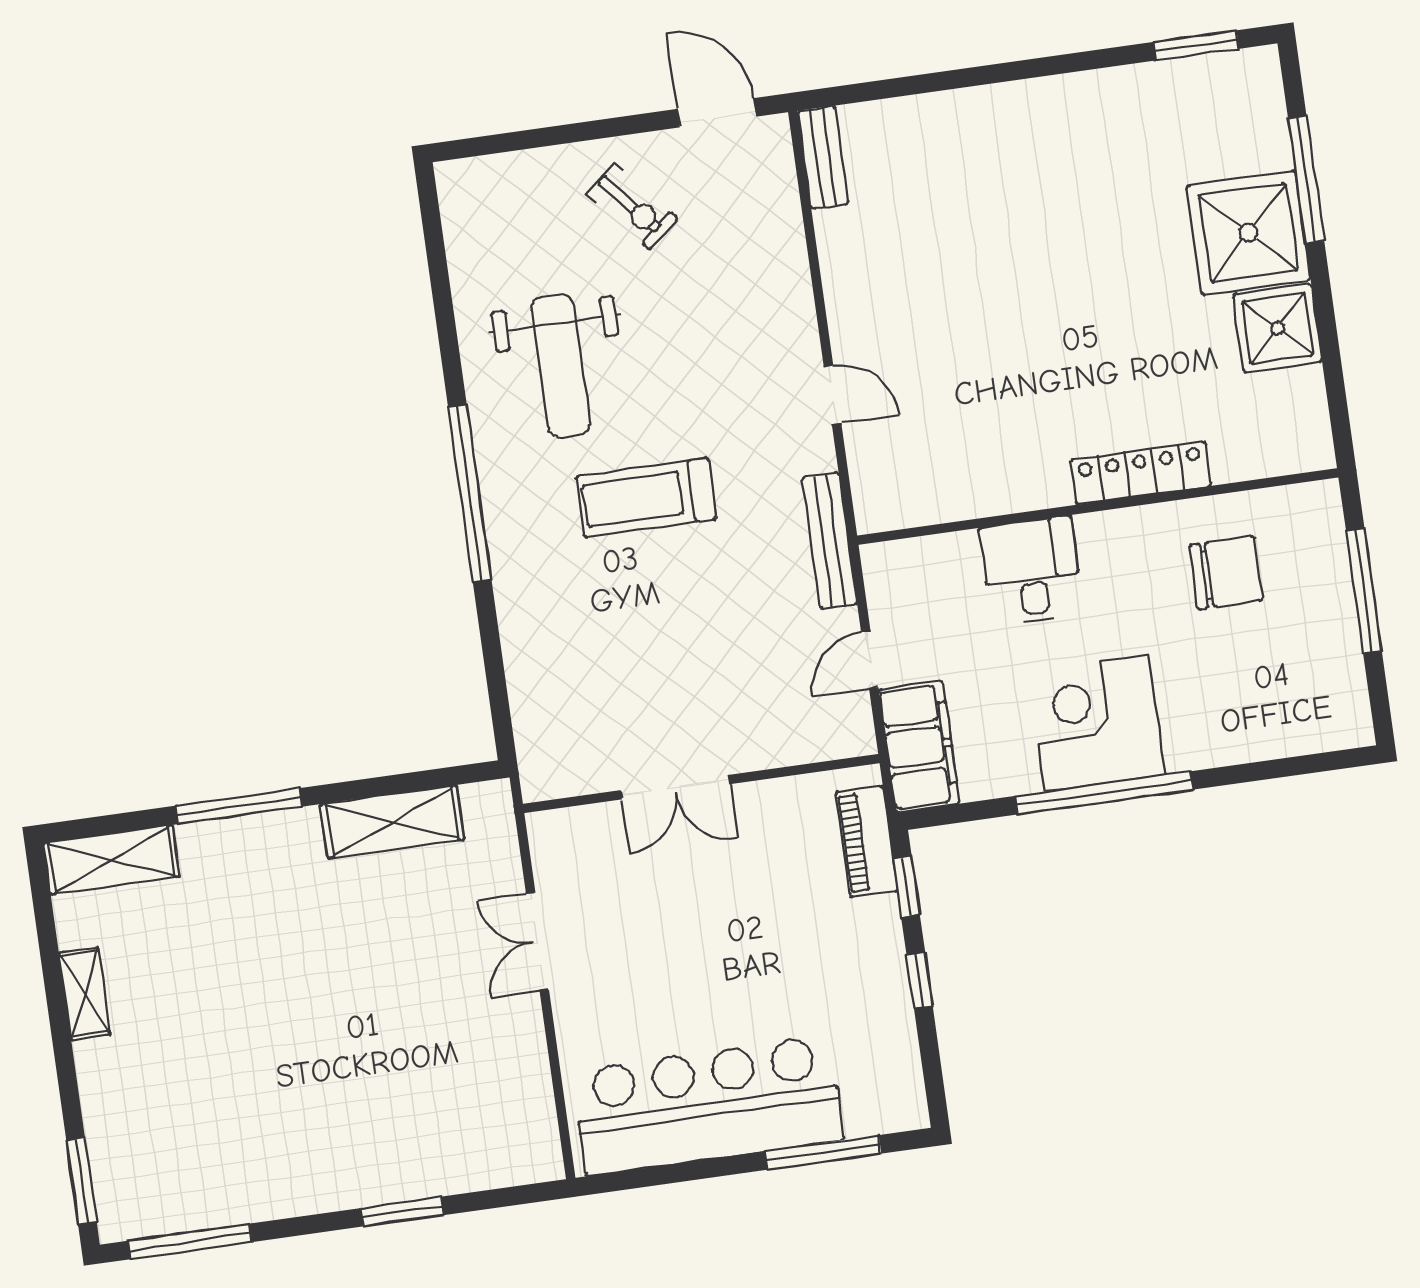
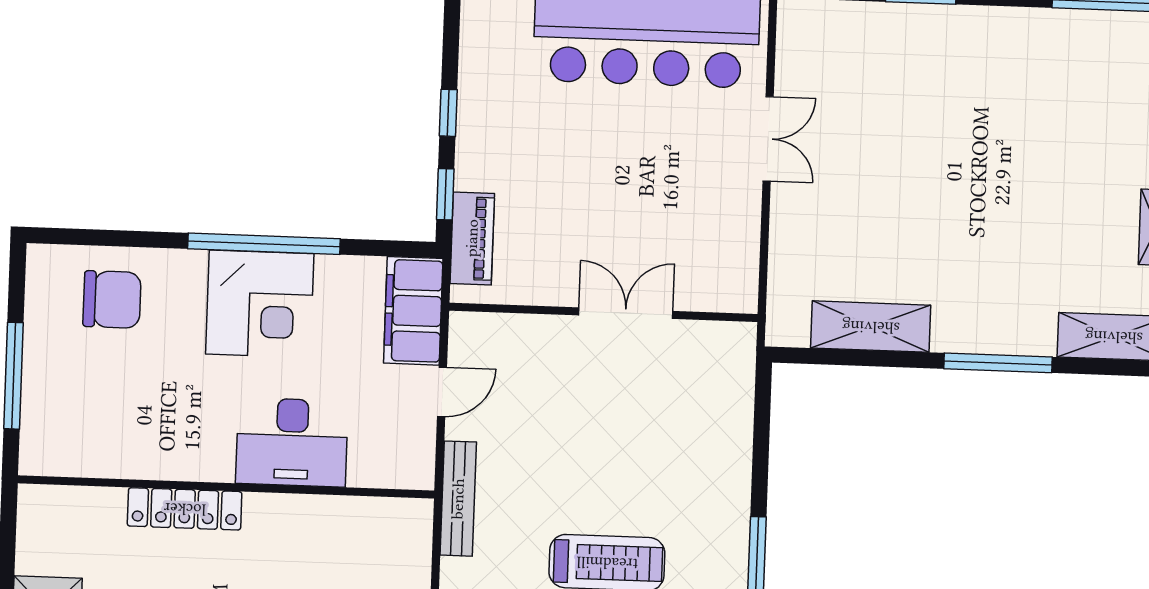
desk: (1031, 571) -> (292, 442), width x1.37
chair: (1226, 573) -> (112, 299), moved, turned 180
double door: (537, 942) -> (768, 139), moved

